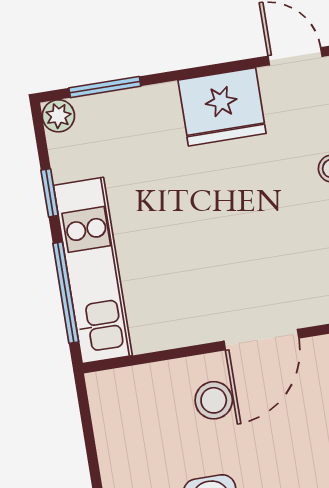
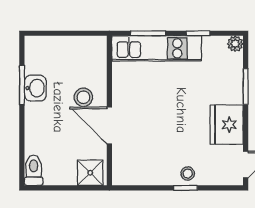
window: (105, 87) -> (246, 87), moved
window: (66, 293) -> (148, 33), width x0.69

